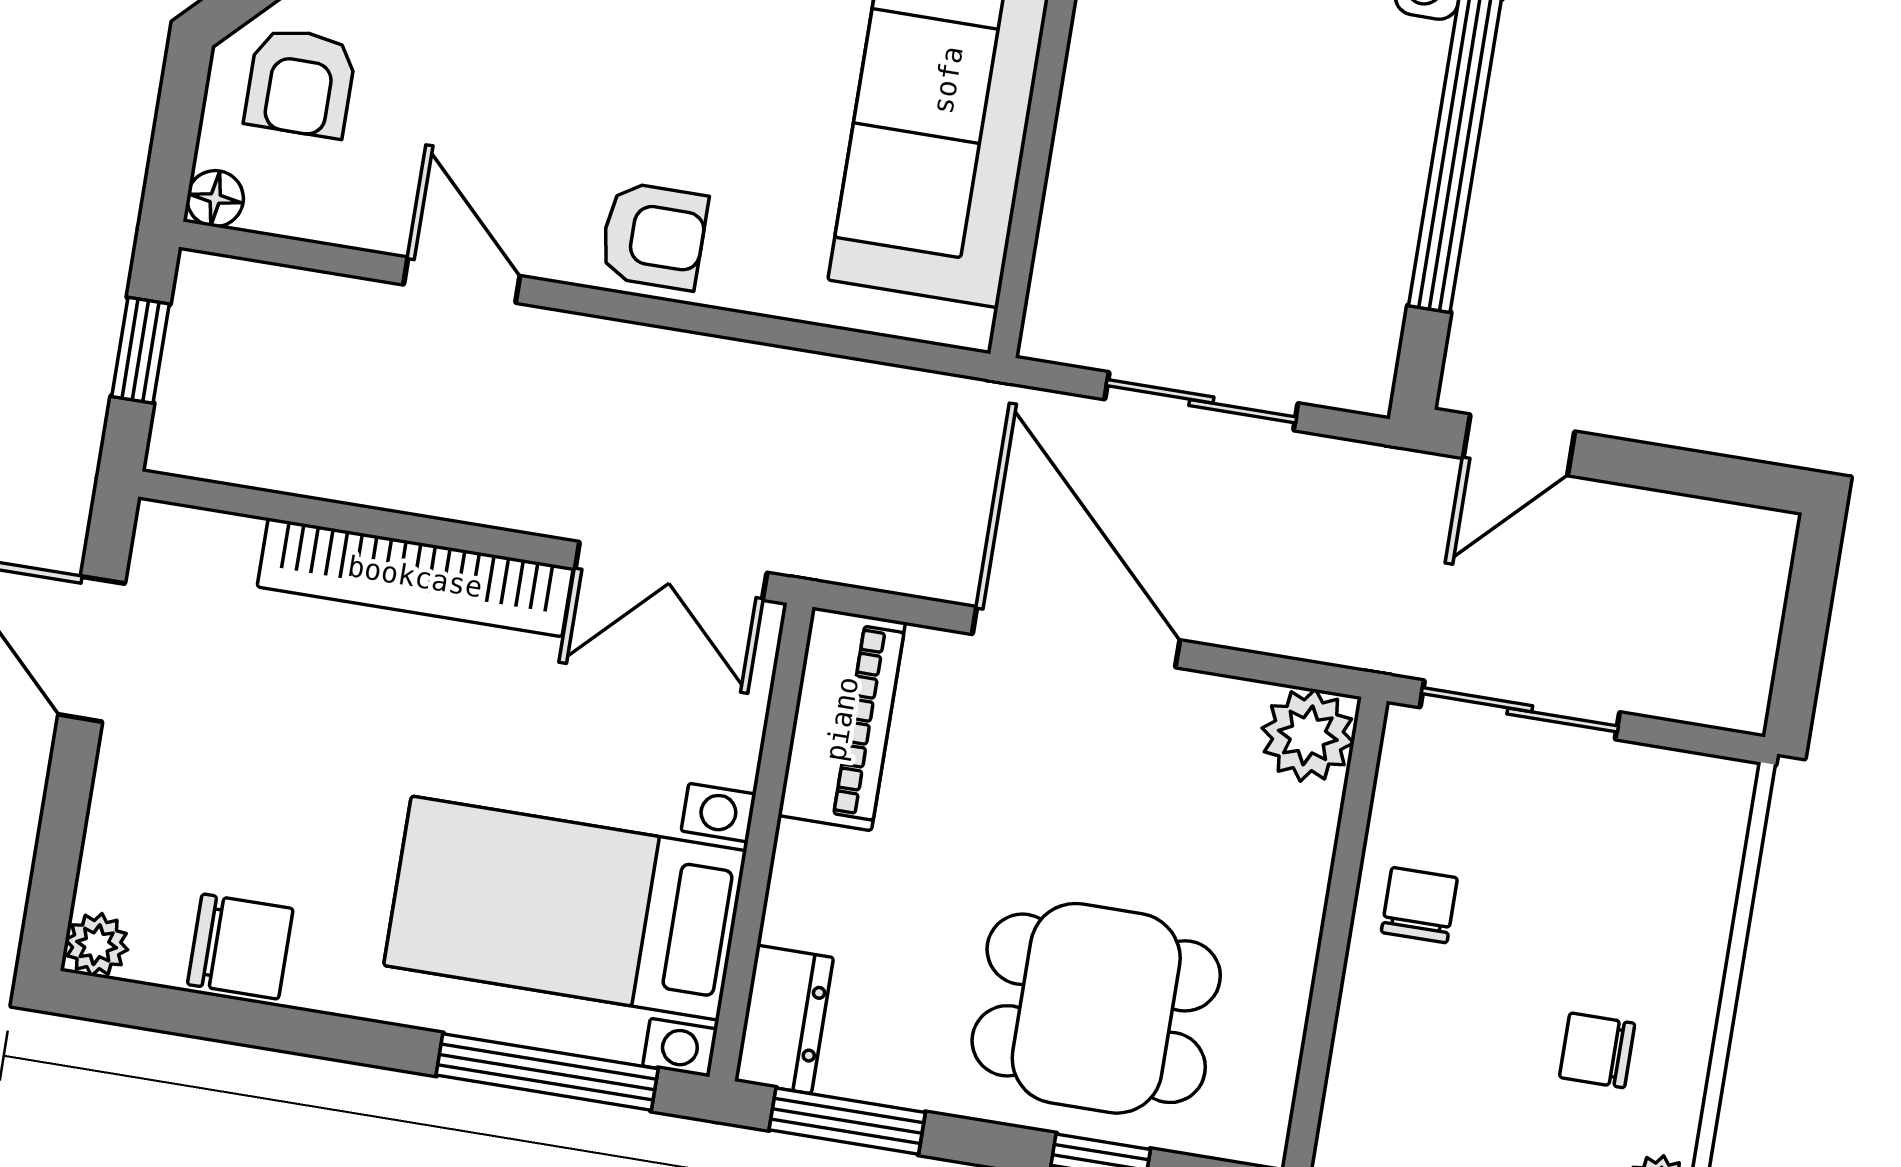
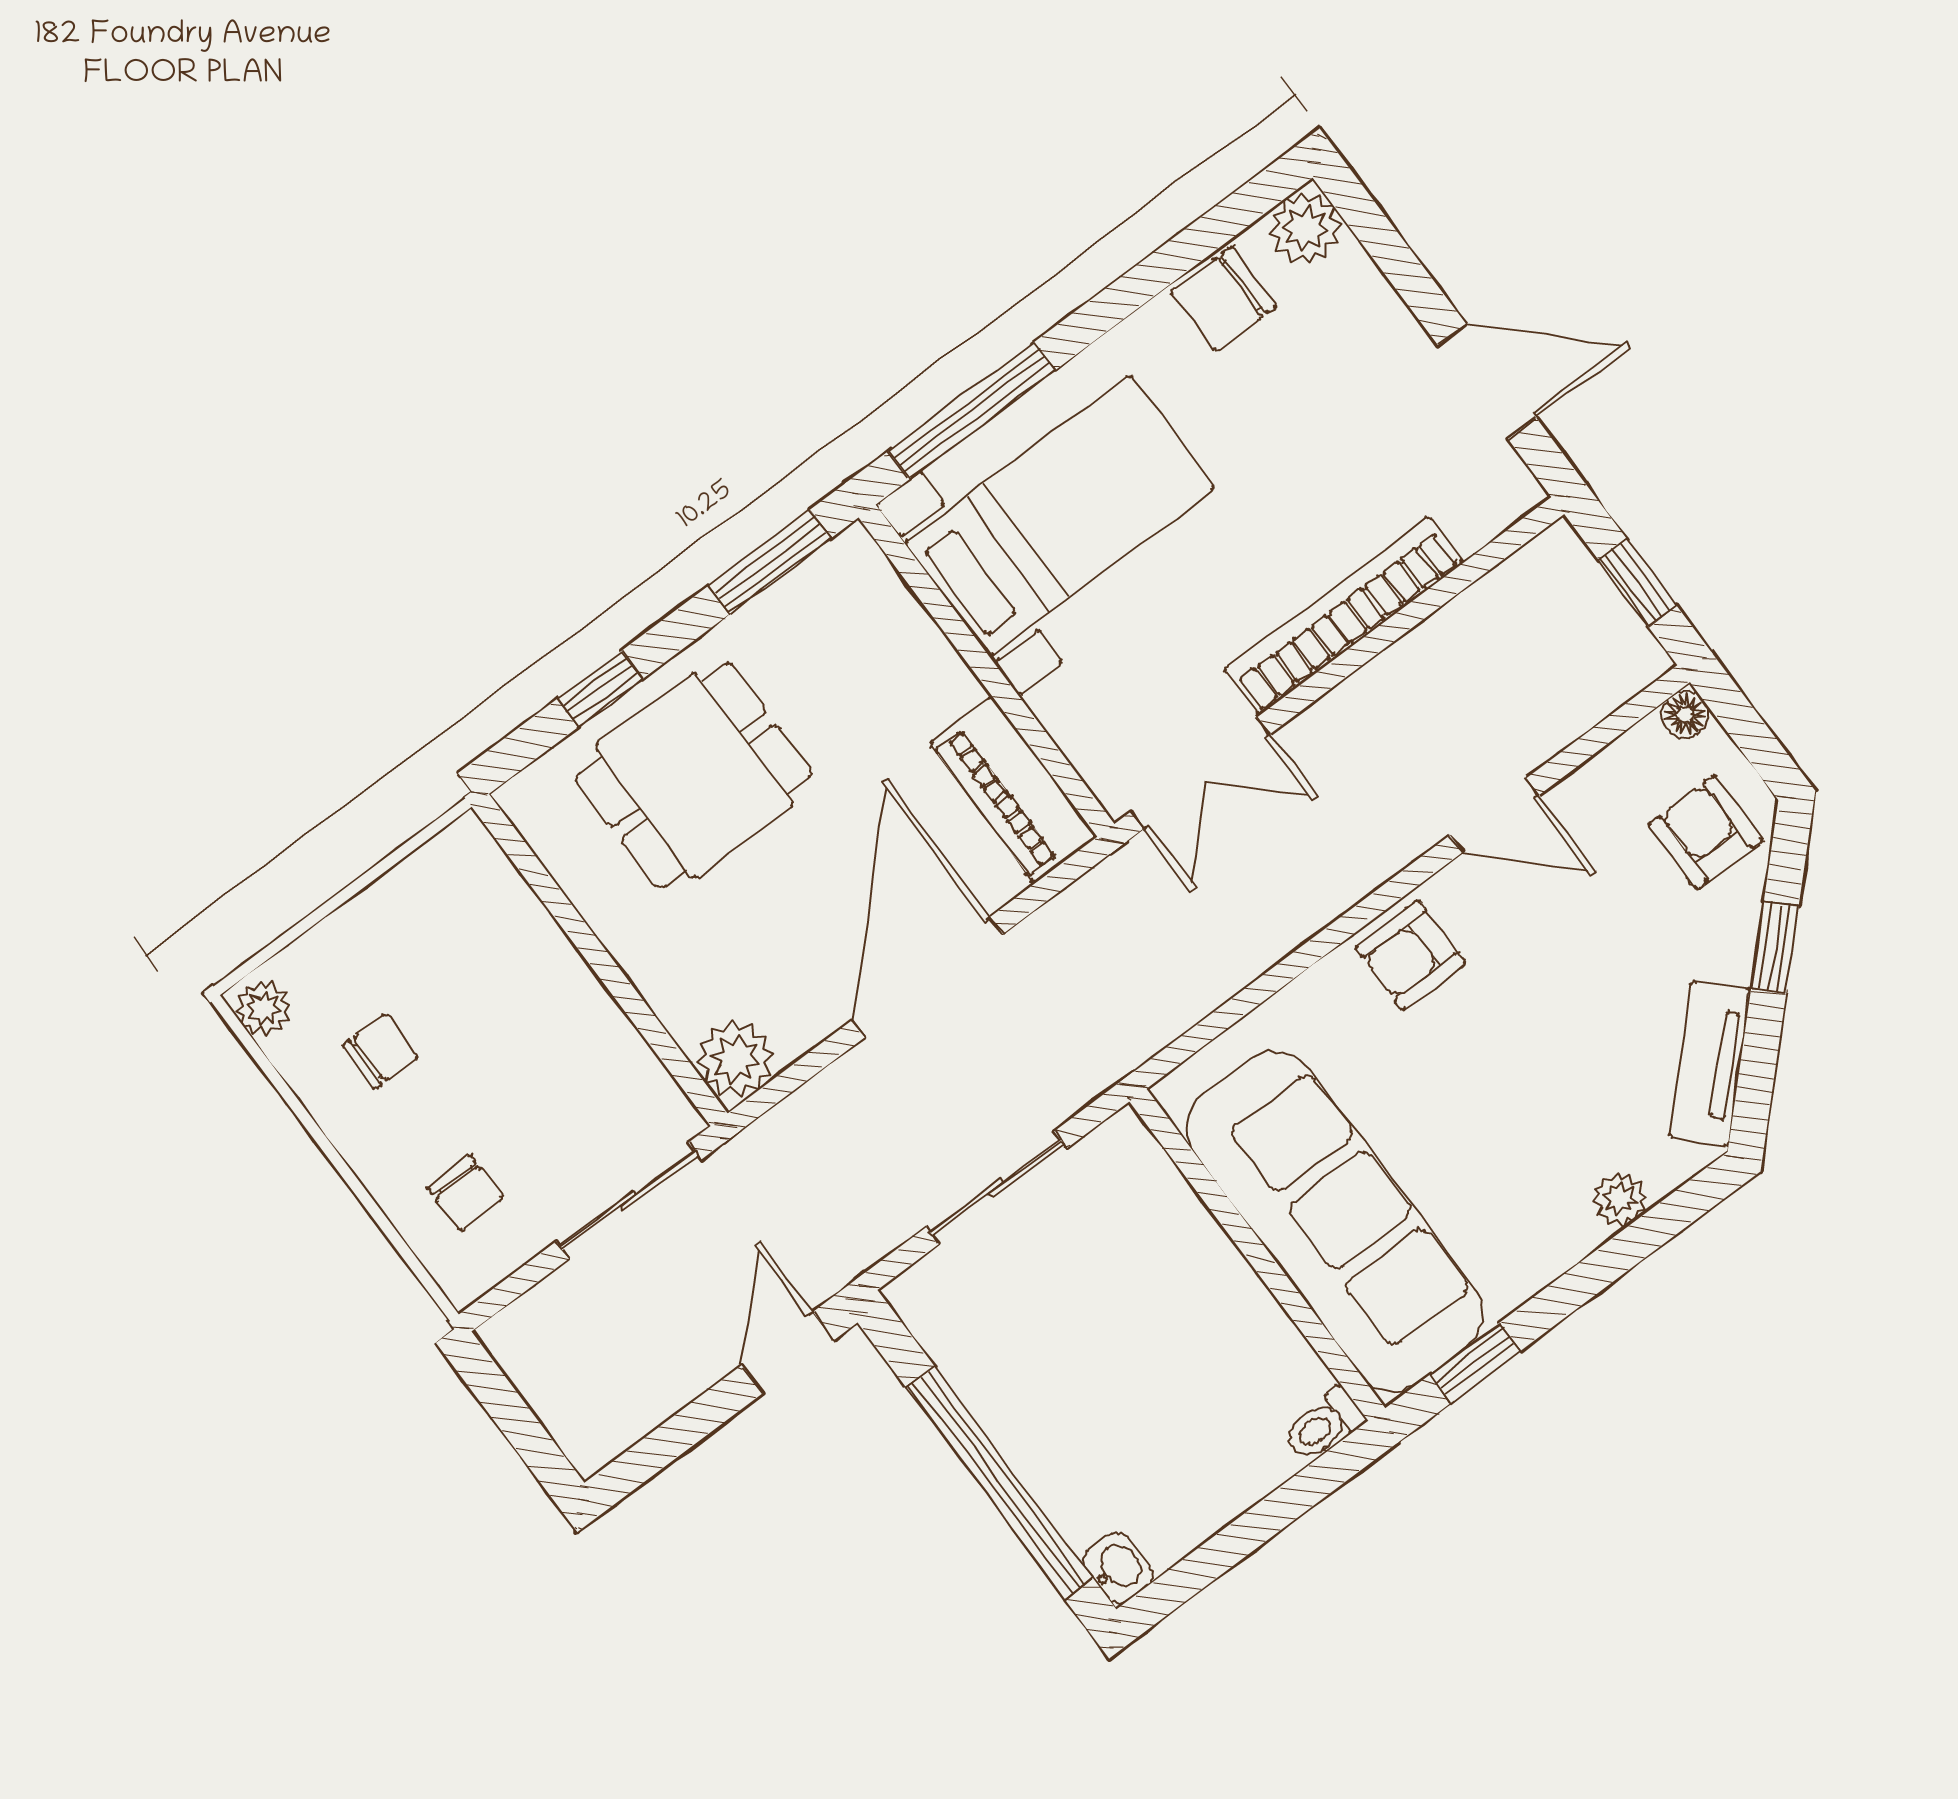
double door: (671, 571) -> (1200, 773), swing flipped
door: (1076, 637) -> (928, 977), swing flipped
chair: (1419, 905) -> (466, 1193), moved
plant: (97, 945) -> (1305, 228), width x1.38, depth x1.38
dresser: (784, 1019) -> (867, 582), removed

